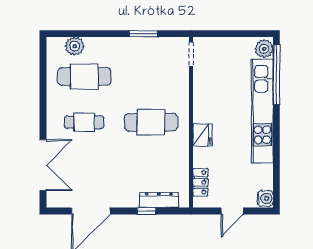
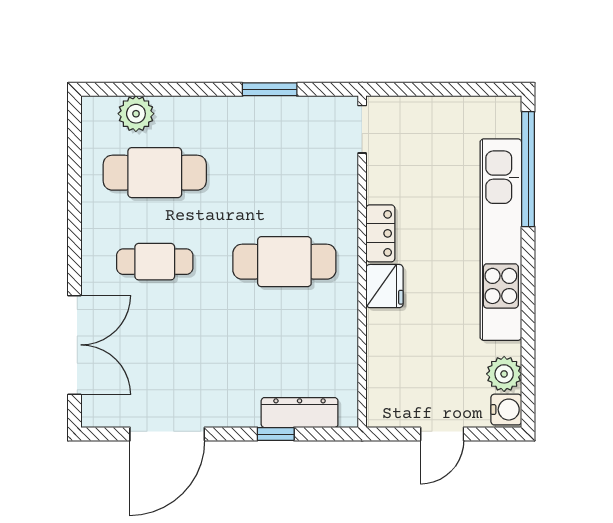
plant: (264, 49) -> (504, 374), moved
locker: (200, 182) -> (380, 233), moved

